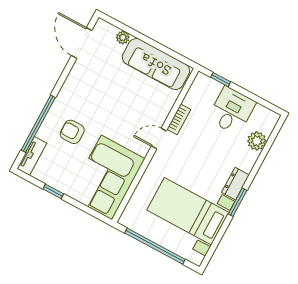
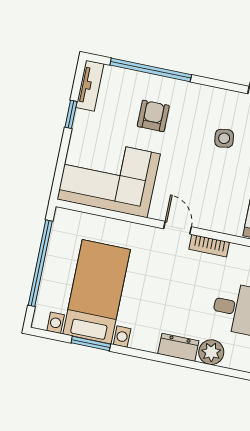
side table: (104, 85) -> (224, 138), added
tv unit: (32, 156) -> (90, 86), moved, turned -90
dresser: (235, 184) -> (178, 347), moved
window: (238, 202) -> (91, 344), moved

